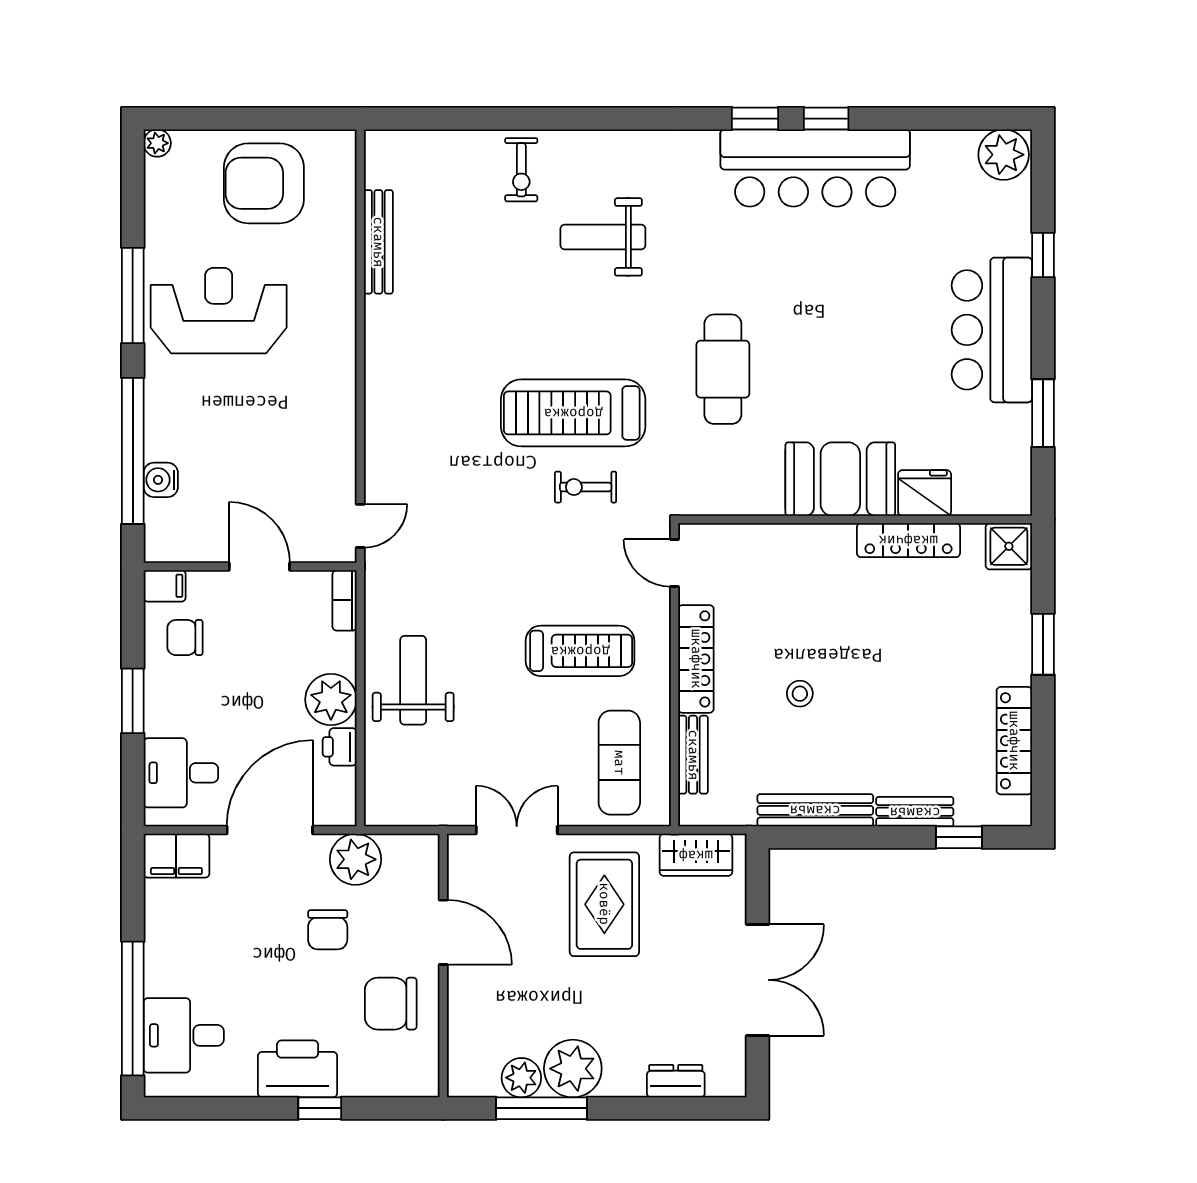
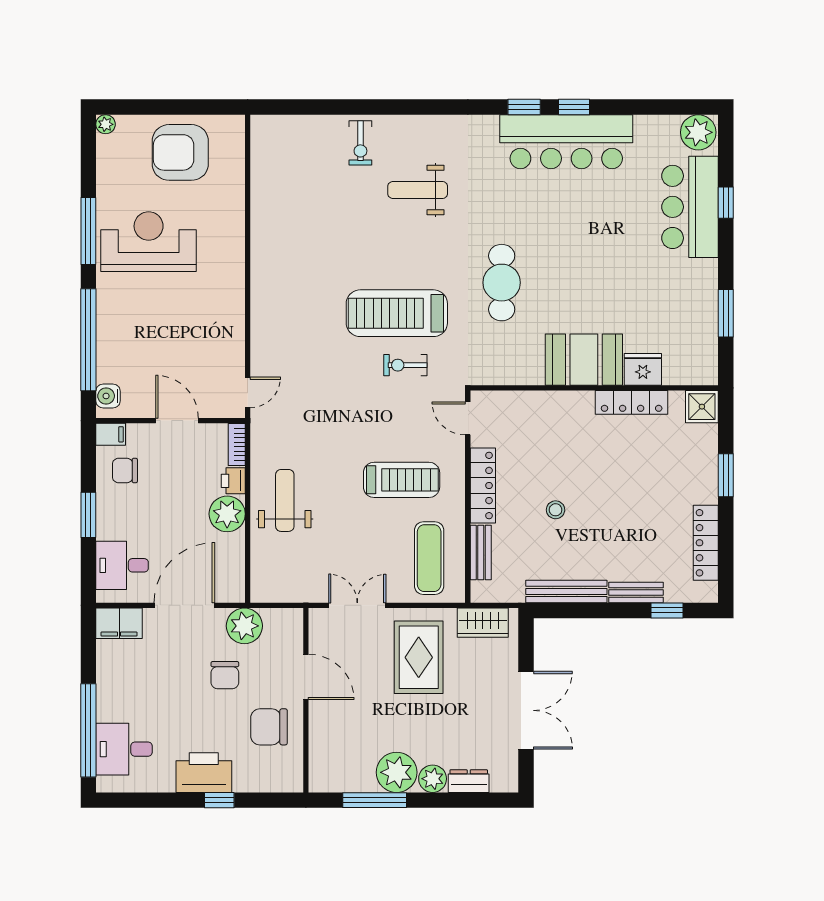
bench: (378, 242) -> (260, 193), removed
bar counter: (992, 330) -> (690, 207), moved
water cooler: (161, 480) -> (108, 396), moved
printer: (340, 747) -> (233, 481), moved
plant: (521, 1078) -> (433, 779), moved

